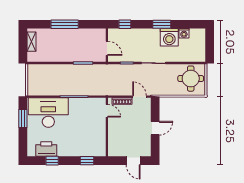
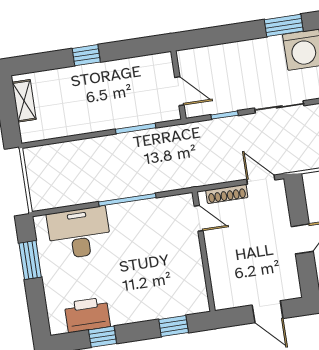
window: (65, 24) -> (86, 55), width x0.46
window: (125, 24) -> (209, 37), removed
desk: (48, 113) -> (79, 233), width x0.73, depth x0.77

